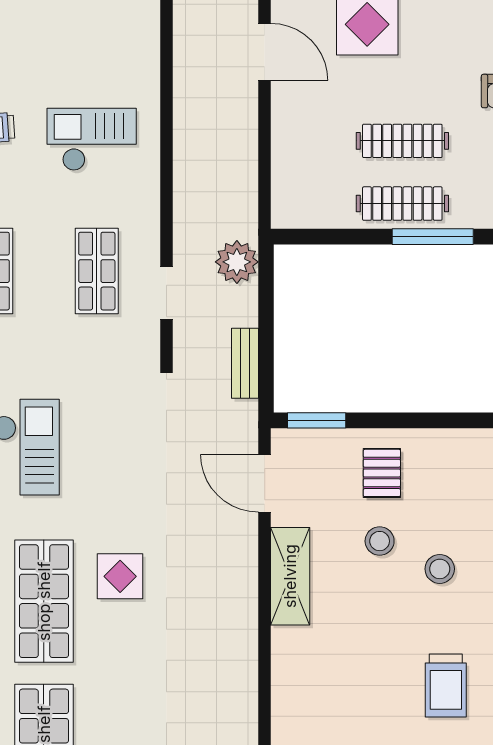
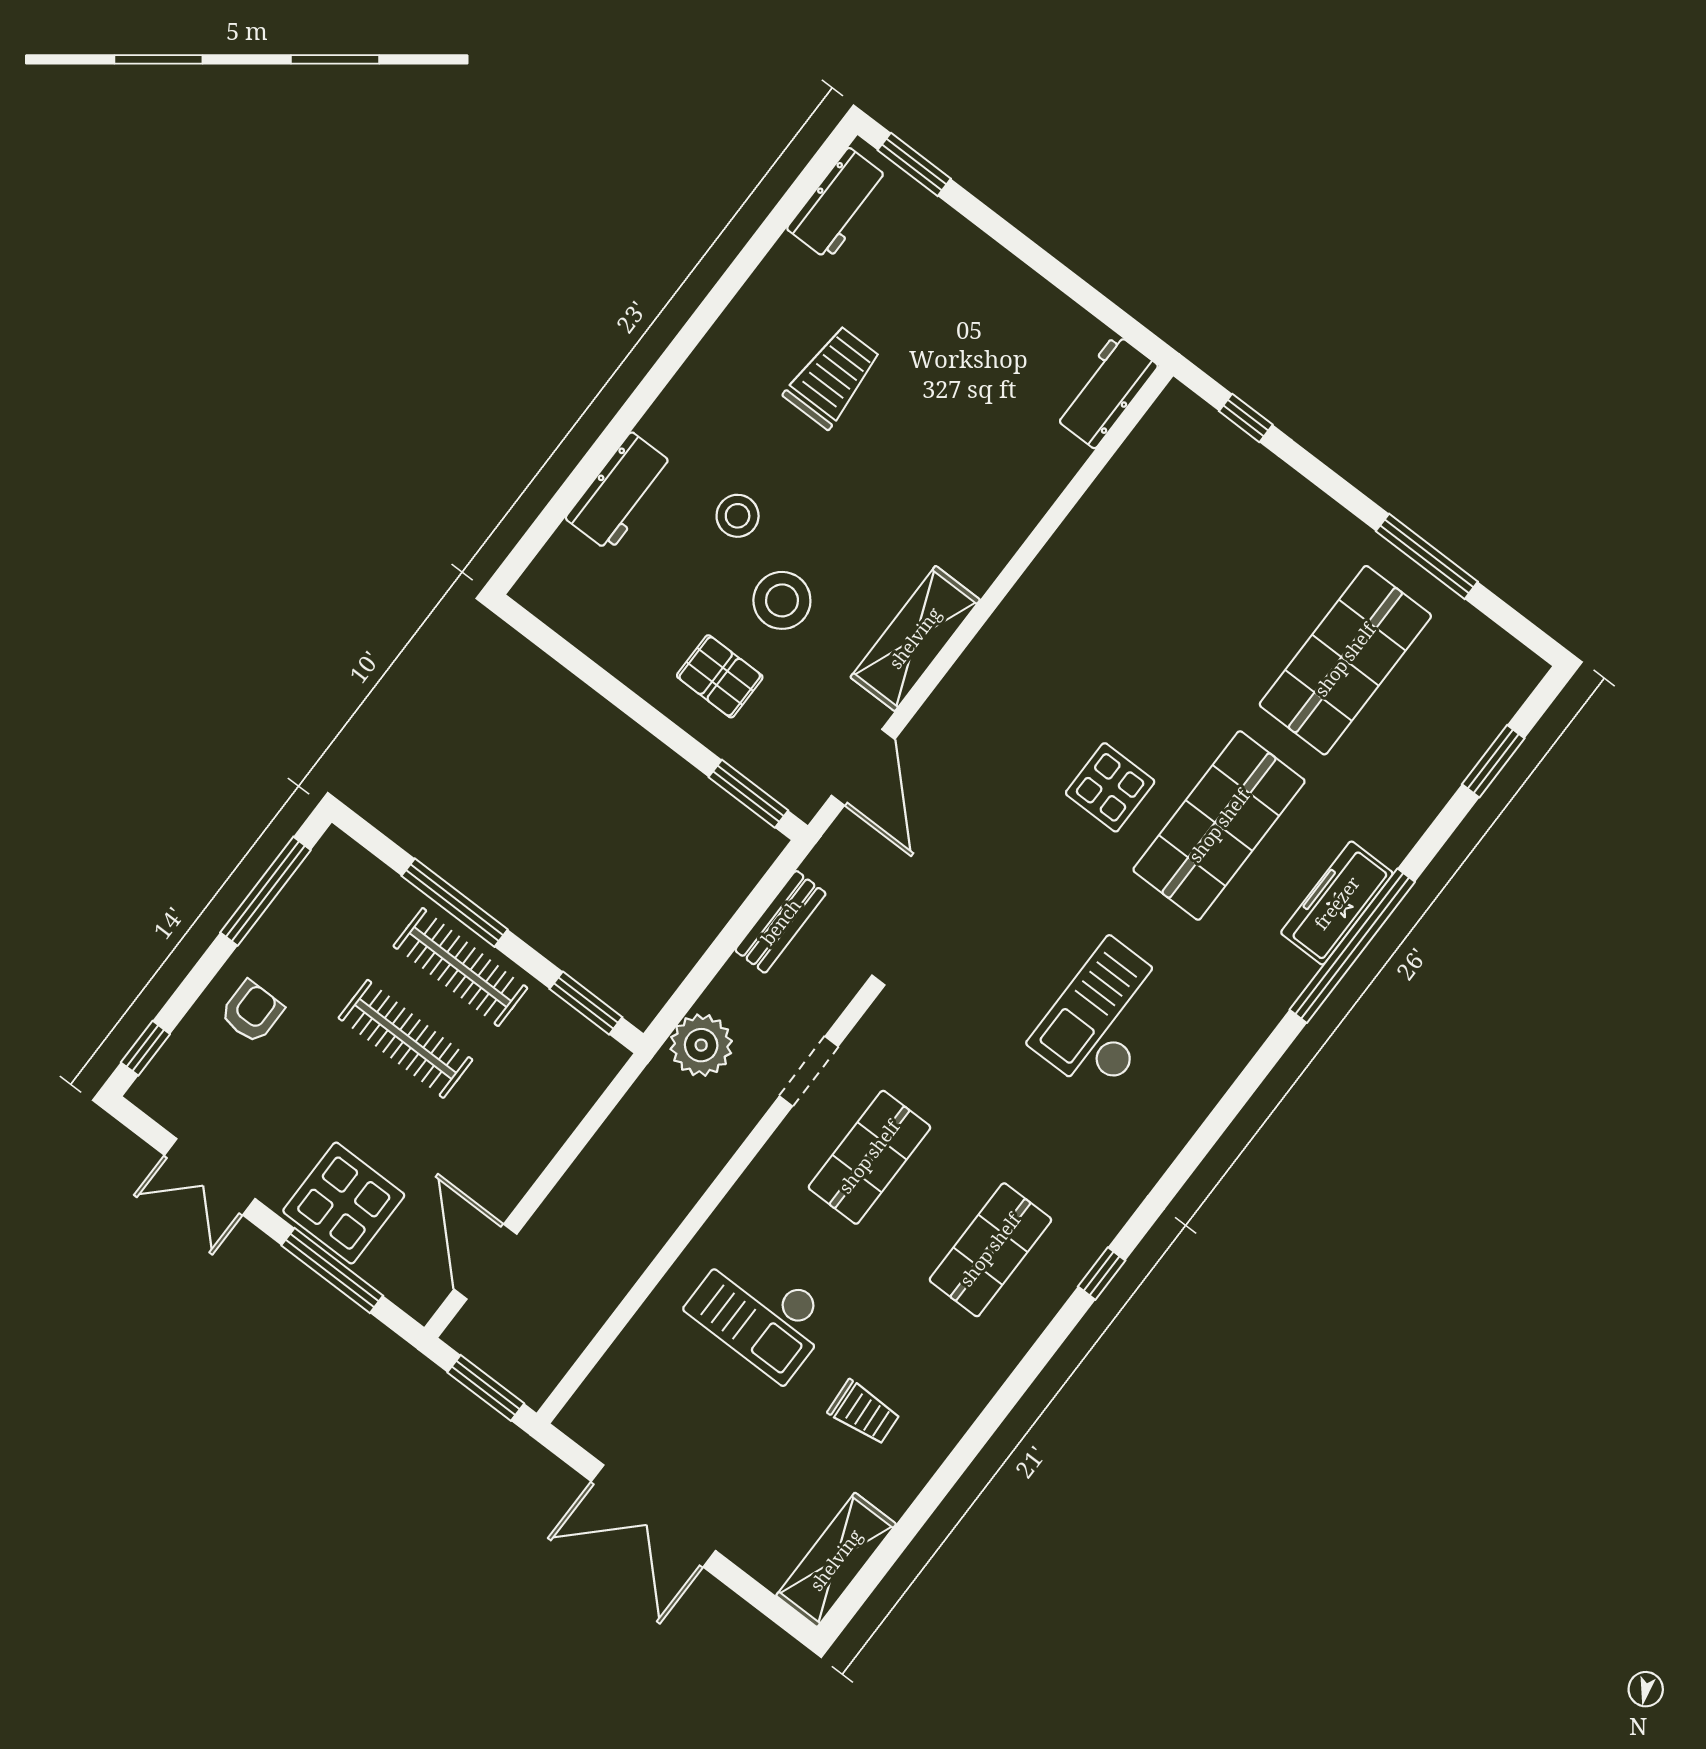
window: (318, 237) -> (586, 1003), added
pallet: (382, 473) -> (720, 676), turned 90
stool: (380, 541) -> (782, 600), width x1.38, depth x1.38

